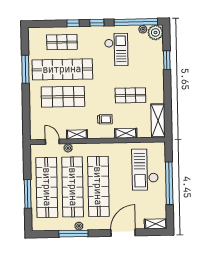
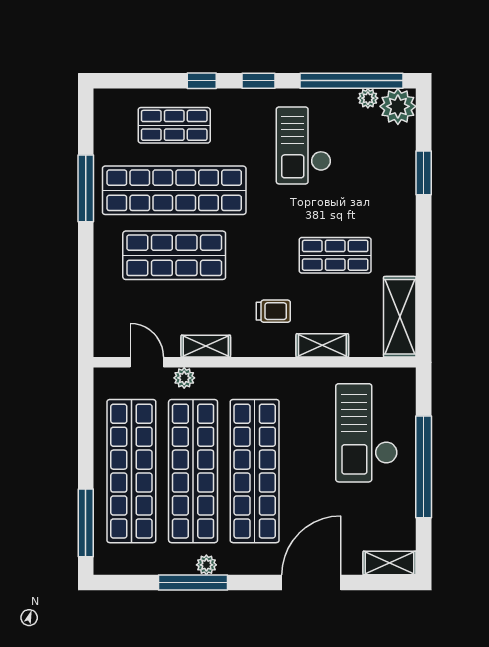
checkout: (116, 50) -> (304, 145), turned 180
window: (28, 194) -> (86, 523), moved

